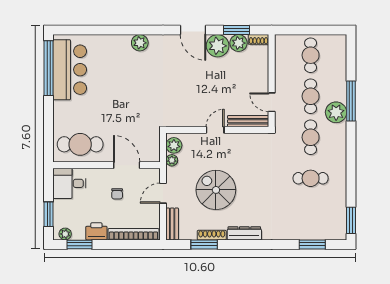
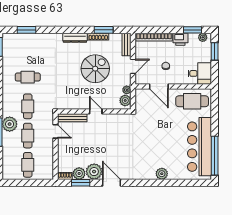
plant: (140, 43) -> (162, 174), moved
bar counter: (70, 70) -> (200, 147), width x1.36
door: (215, 130) -> (96, 112), swing flipped
spiral stairs: (216, 190) -> (95, 69), turned -90

